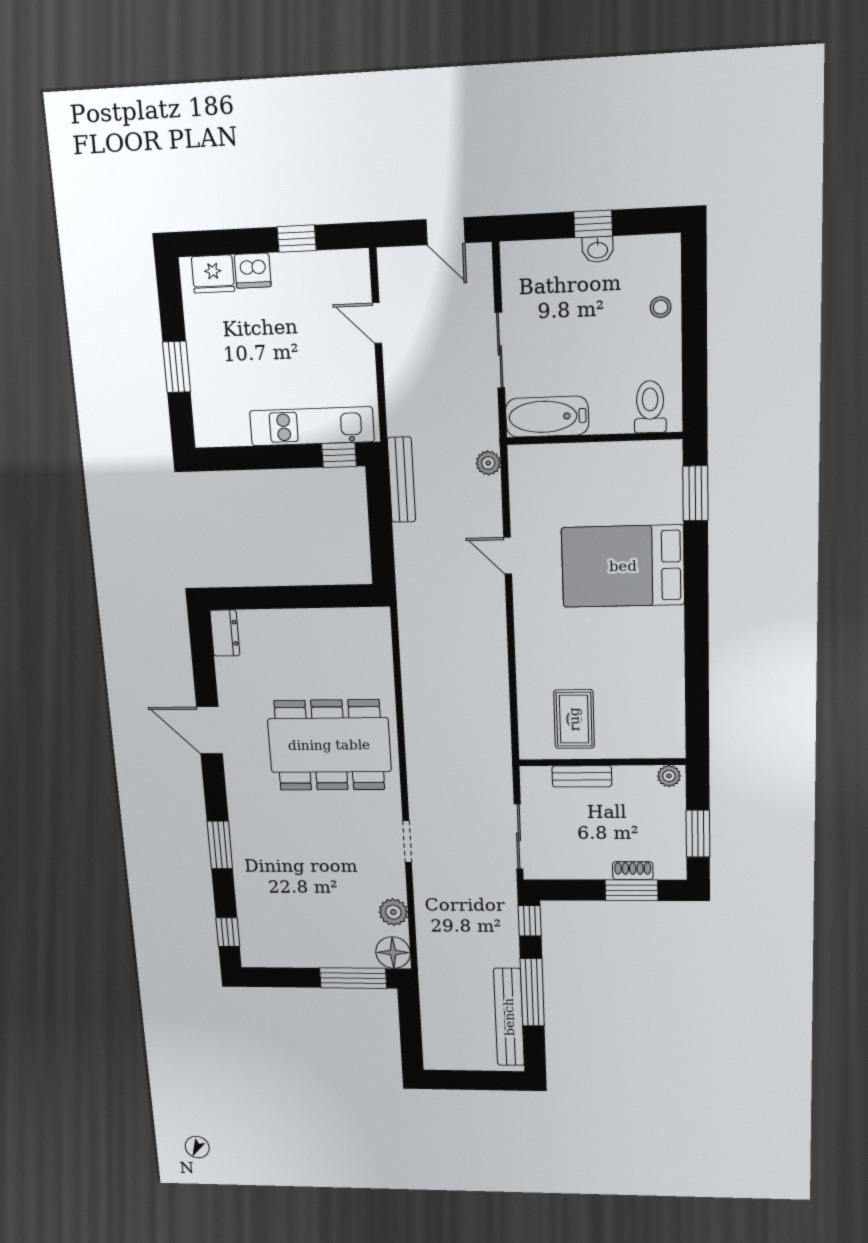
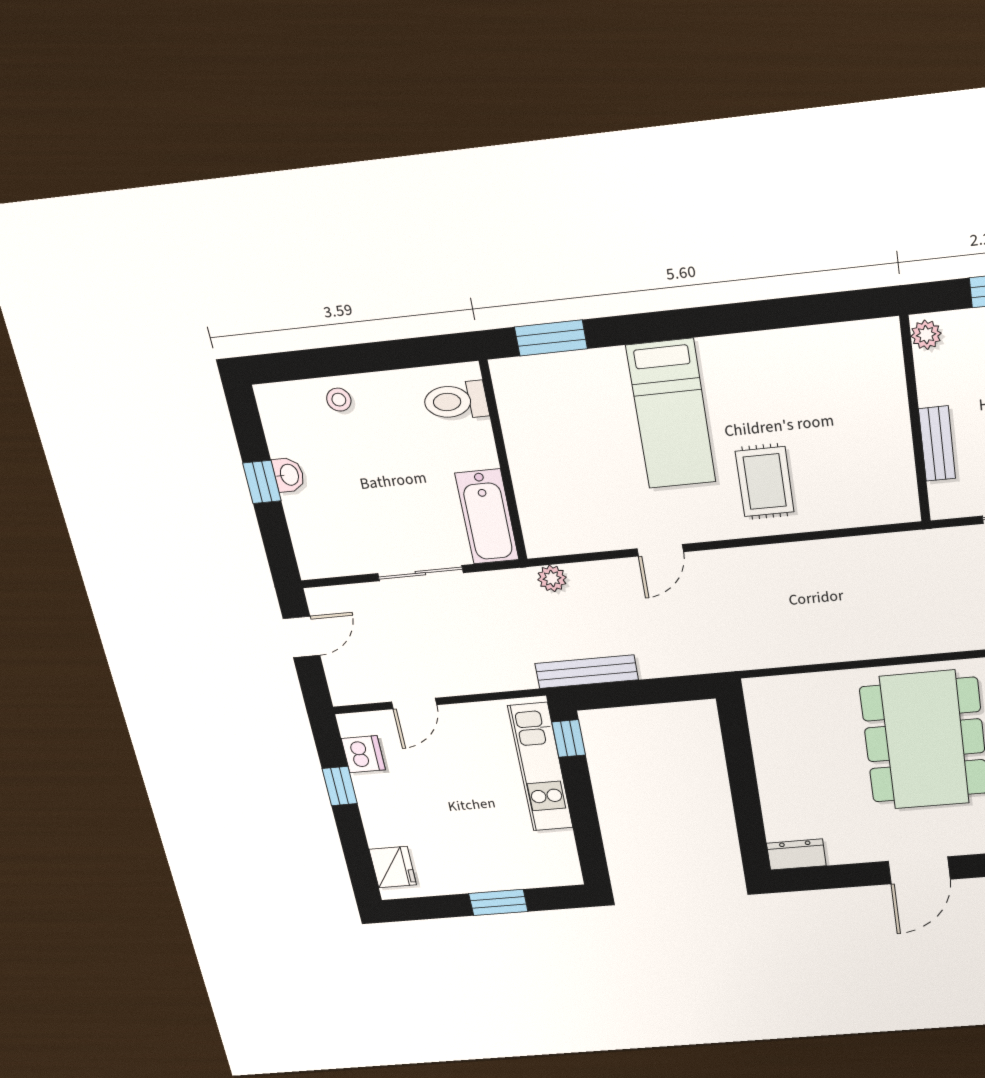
dishwasher: (253, 271) -> (363, 754), moved
bed: (623, 566) -> (671, 414), width x0.67
rug: (574, 719) -> (765, 482), moved, turned 90

